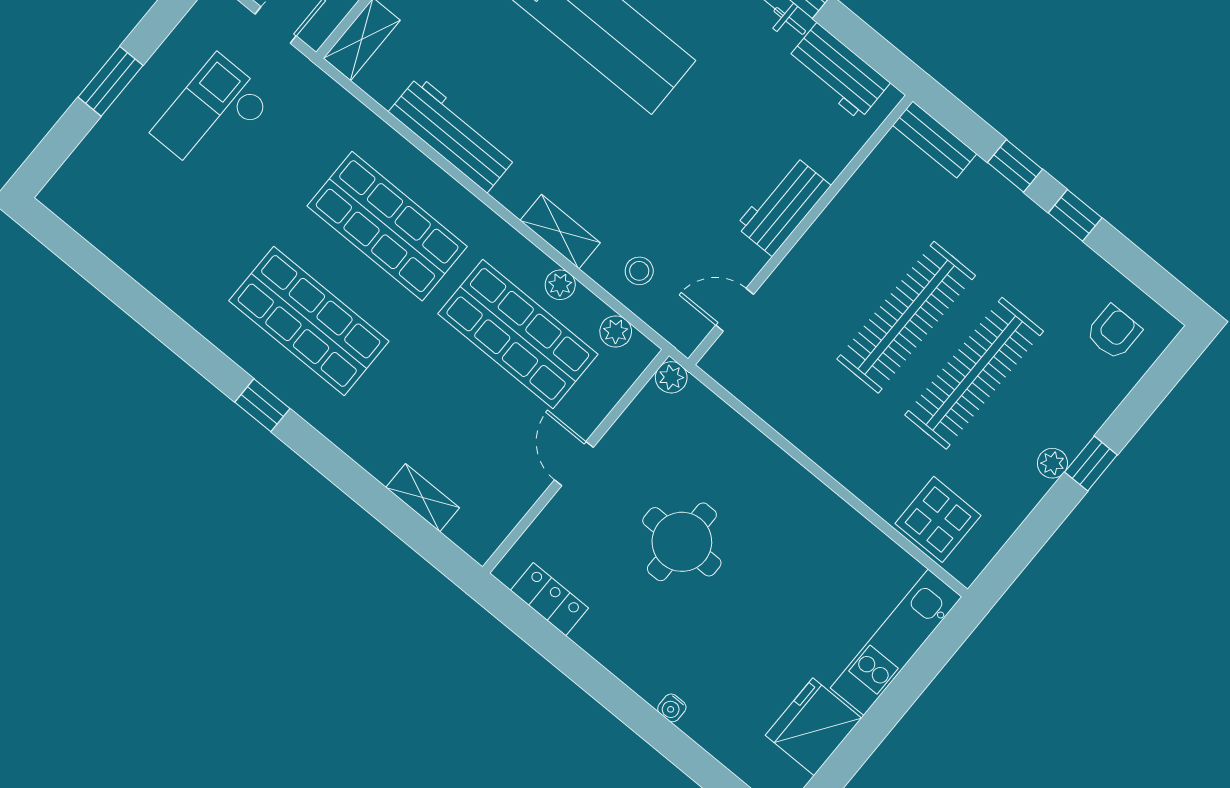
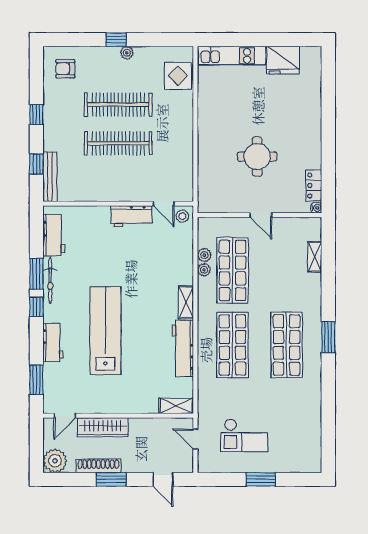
bench: (935, 139) -> (50, 177), width x1.36
window: (1015, 166) -> (36, 164), moved
workbench: (783, 206) -> (131, 216), moved
shelving: (560, 232) -> (186, 302), moved
stool: (639, 271) -> (182, 216), moved
plant: (616, 331) -> (204, 255), moved
plant: (671, 377) -> (204, 206), removed
window: (262, 405) -> (328, 337), width x1.50
door: (574, 464) -> (261, 215), hinge flipped
water cooler: (672, 708) -> (316, 208), moved

